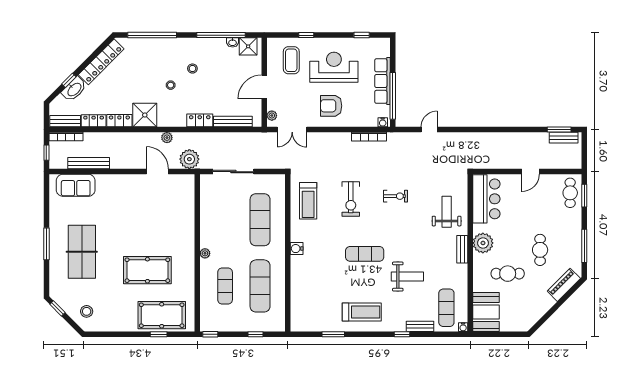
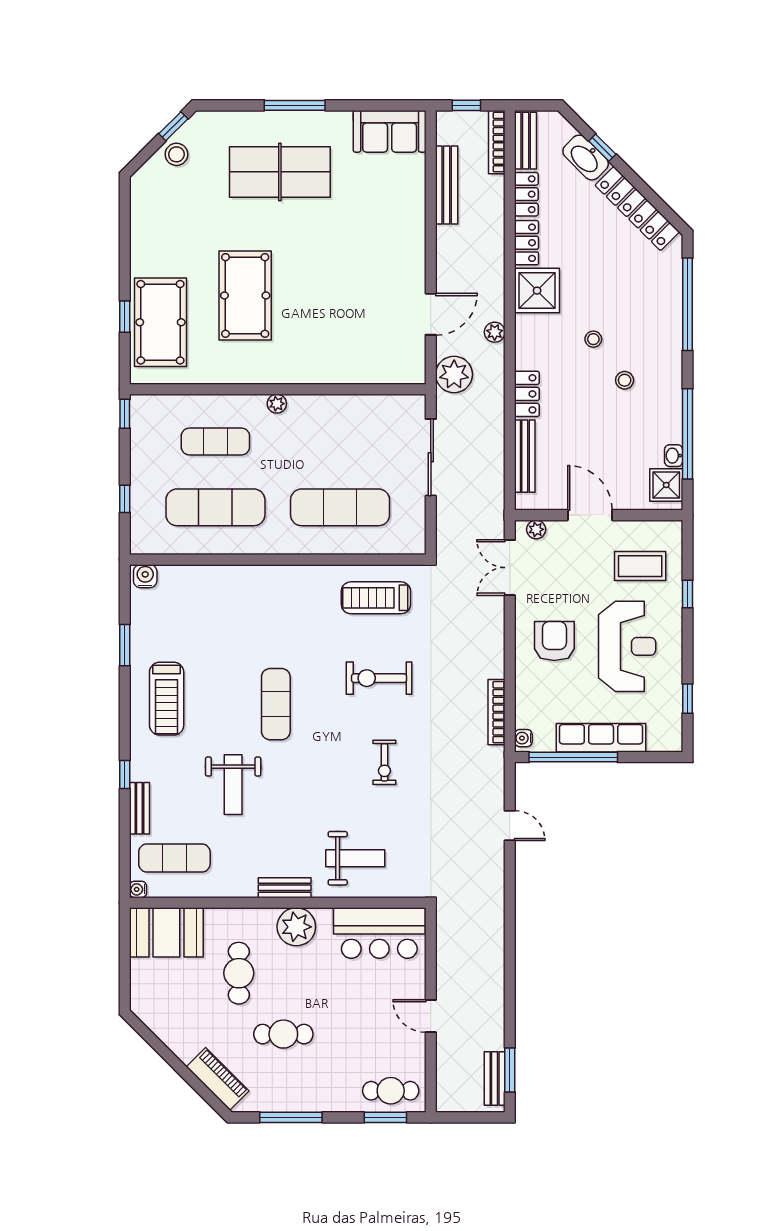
sofa: (76, 185) -> (390, 131), moved, turned -90
water cooler: (297, 249) -> (145, 576), moved
stool: (87, 311) -> (176, 154), moved

